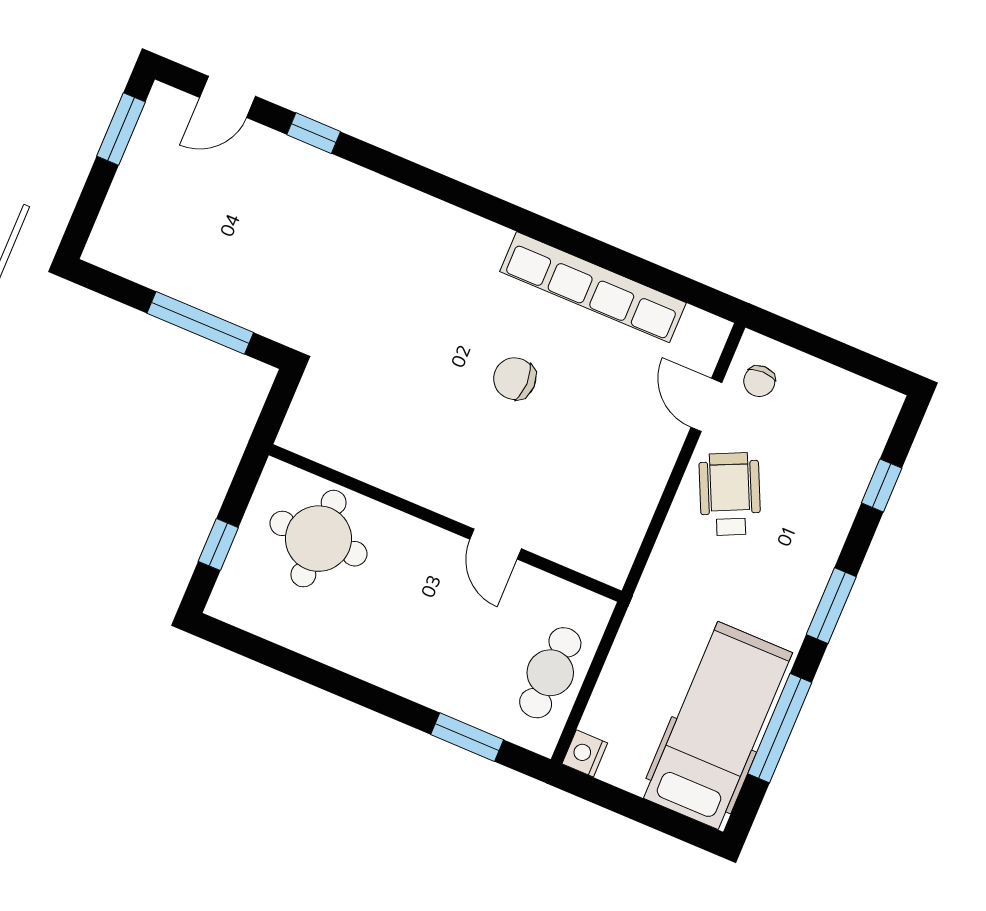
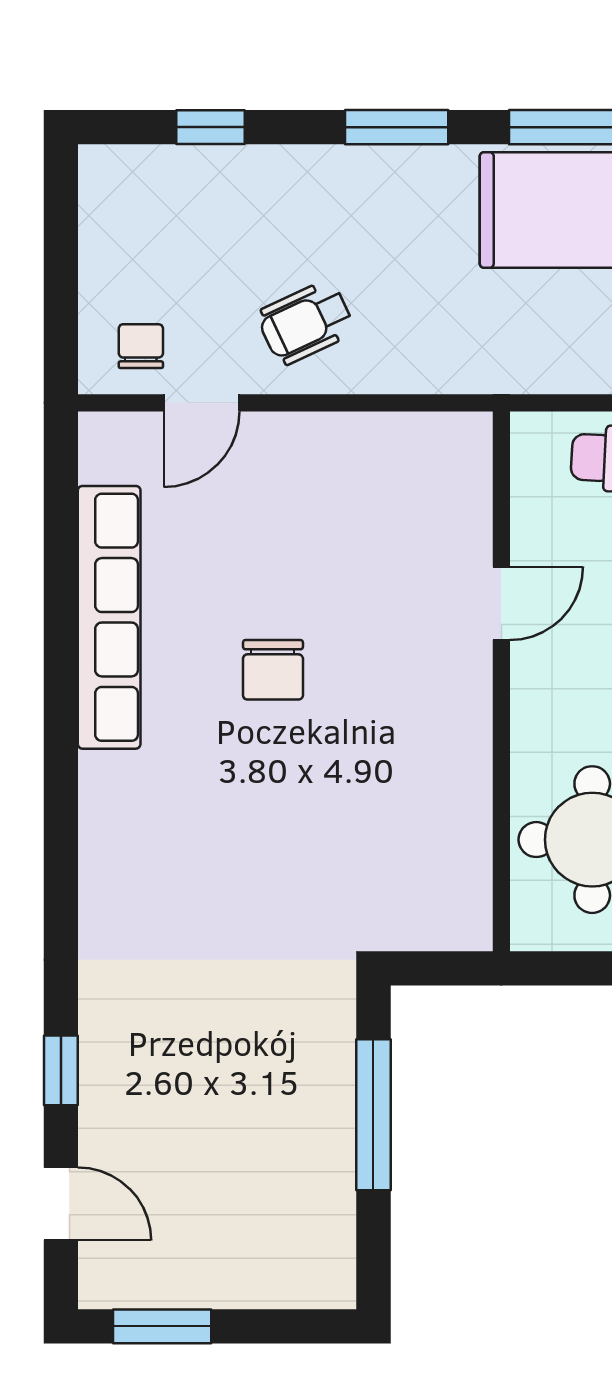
chair: (759, 381) -> (141, 346), turned -90
wheelchair: (730, 494) -> (306, 322), width x0.73, depth x0.73

